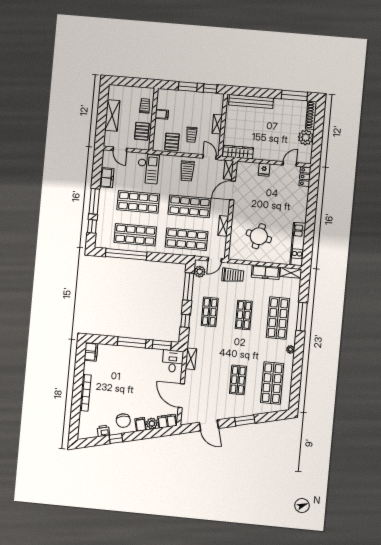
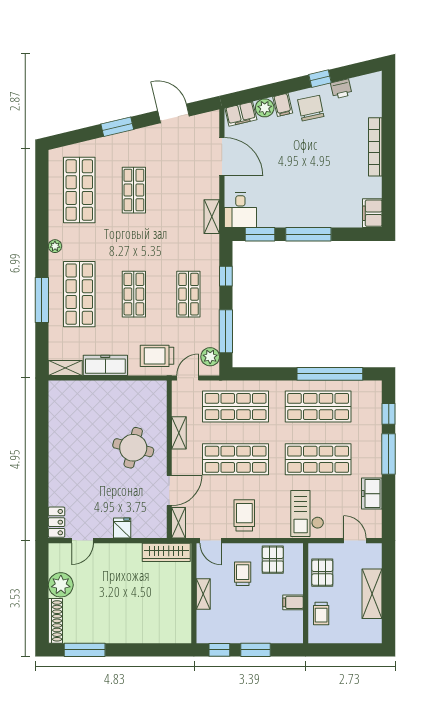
bench: (251, 101) -> (153, 635), removed
round table: (259, 236) -> (133, 448), moved
kitchen unit: (298, 244) -> (58, 415), removed

